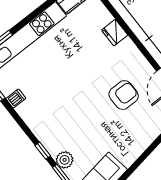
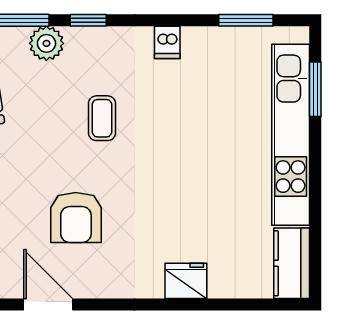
dishwasher: (16, 99) -> (167, 42), moved
coffee table: (77, 115) -> (102, 118), added

